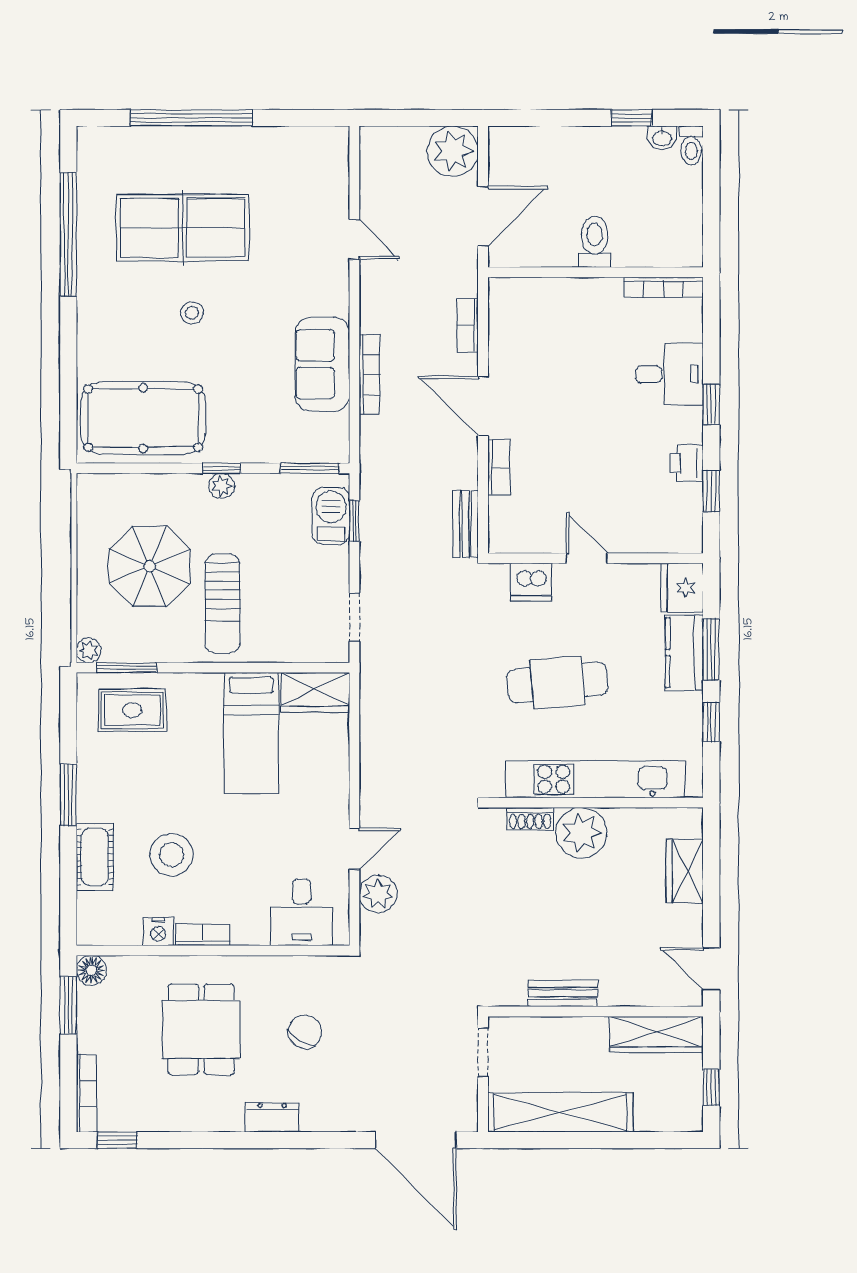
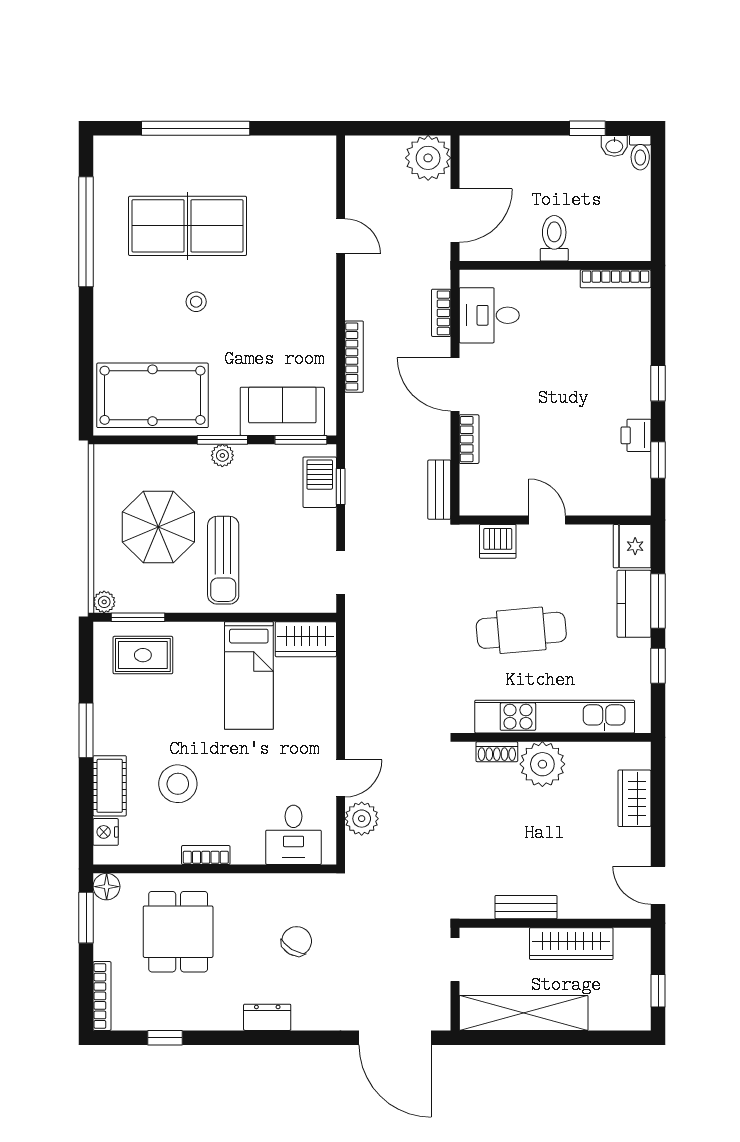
sofa: (322, 364) -> (282, 411), moved, turned 90
desk: (670, 374) -> (489, 315), moved, turned 180
window: (222, 468) -> (222, 440), width x1.50
nightstand: (158, 932) -> (106, 832), moved, turned 90
dining table: (201, 1029) -> (178, 932), moved
wardrobe: (656, 1034) -> (571, 944), moved
window: (117, 1140) -> (165, 1038), moved

